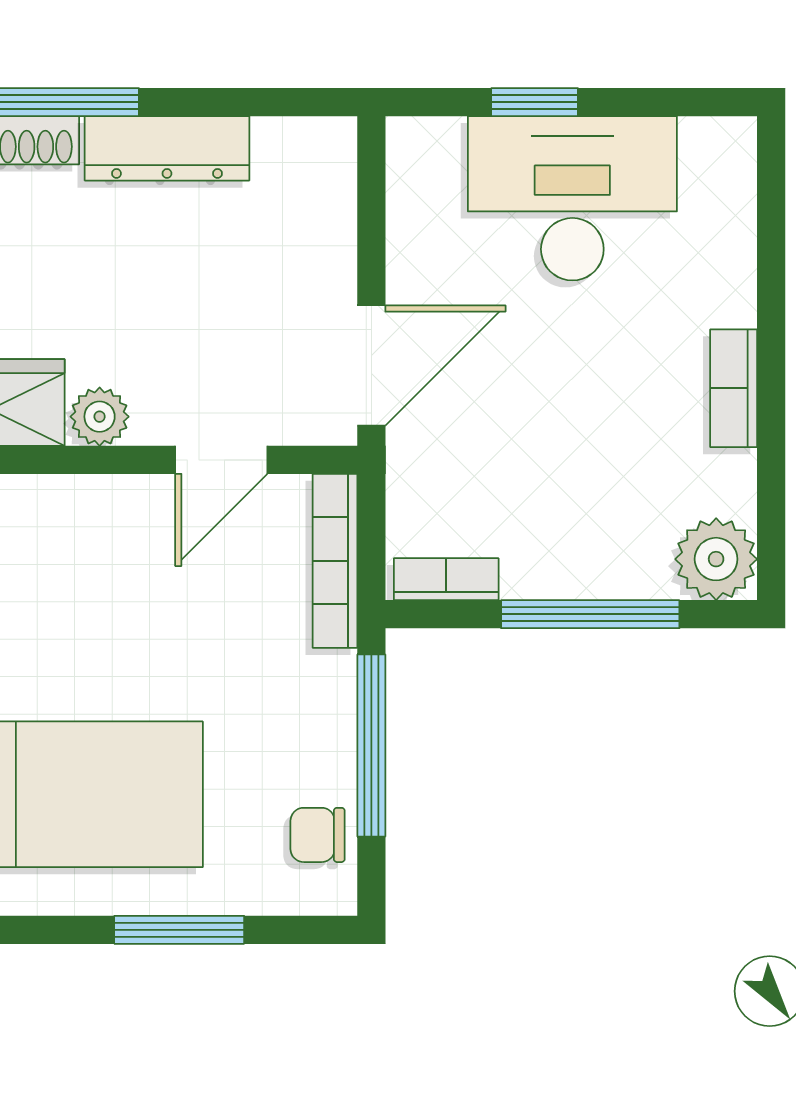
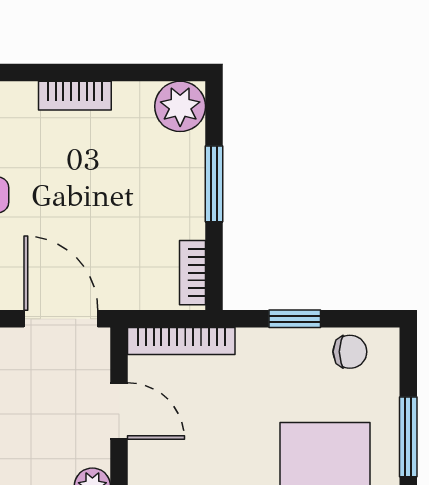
window: (590, 614) -> (214, 184), width x0.69
window: (371, 745) -> (295, 319), width x0.46
chair: (318, 835) -> (350, 352), turned -90

